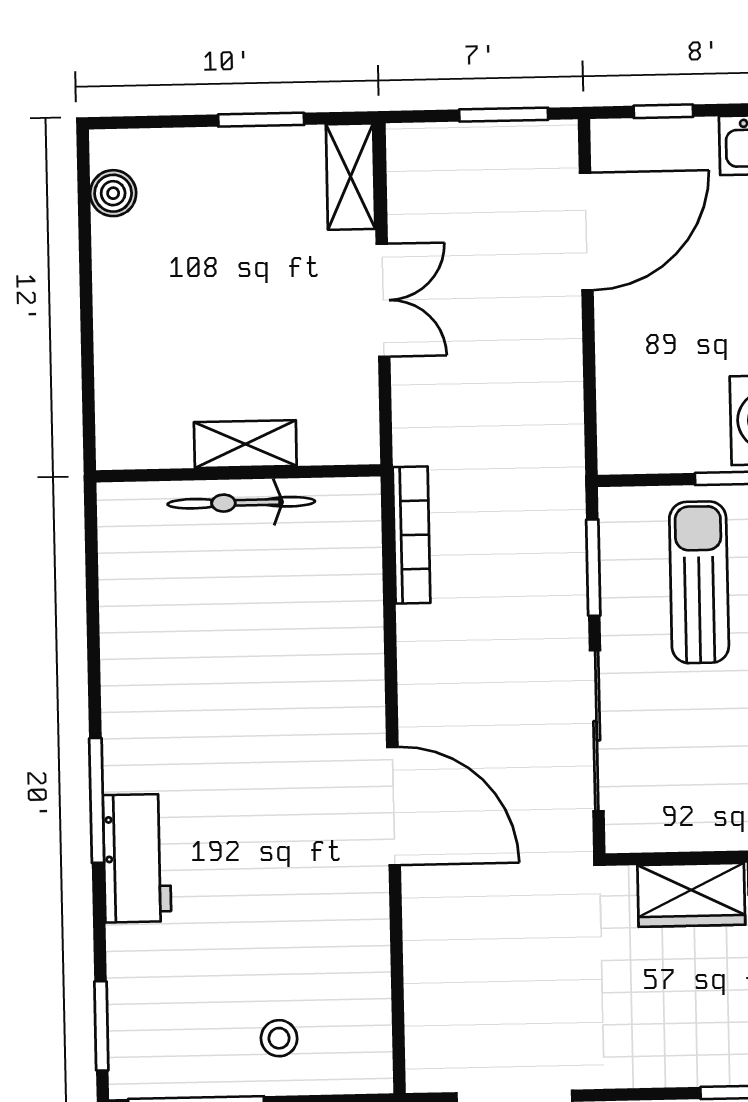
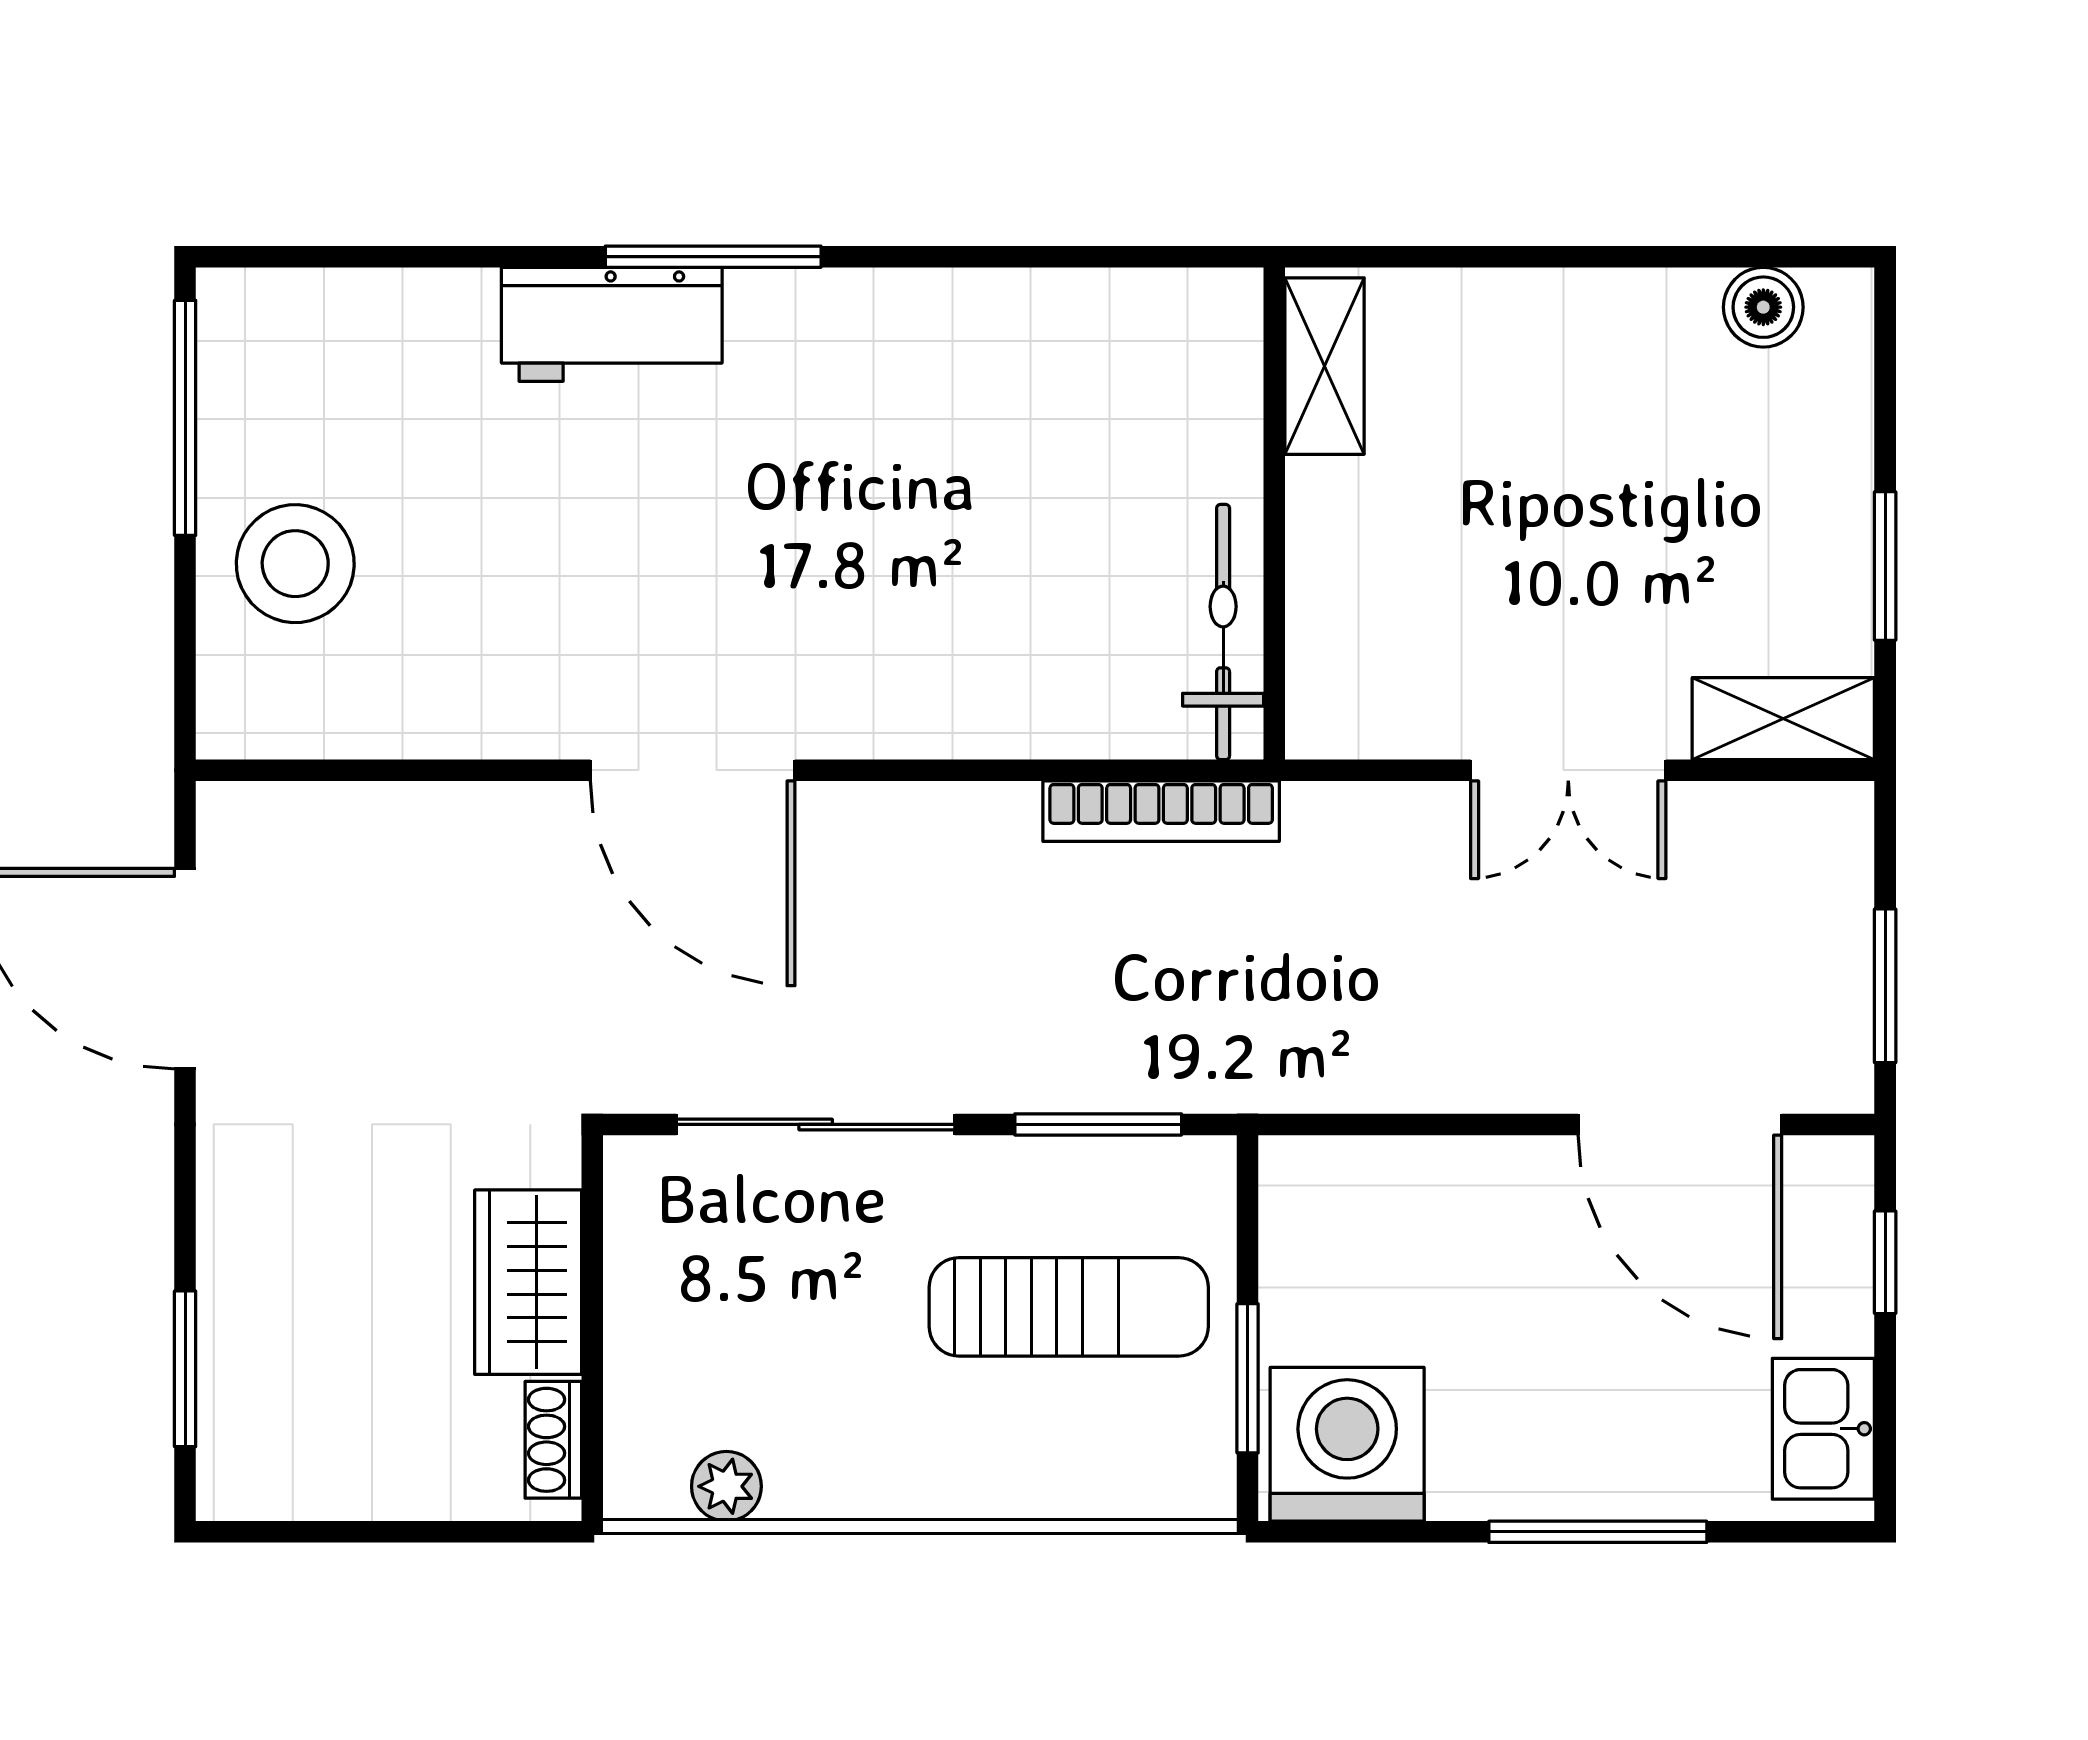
shelving: (245, 444) -> (1324, 366), moved
bicycle: (241, 503) -> (1223, 632), moved
door: (394, 806) -> (693, 770), hinge flipped
window: (101, 1026) -> (323, 257), removed
stool: (279, 1038) -> (295, 564), width x1.89, depth x1.89

